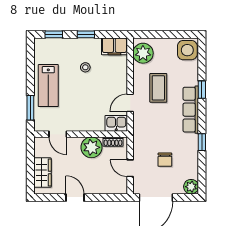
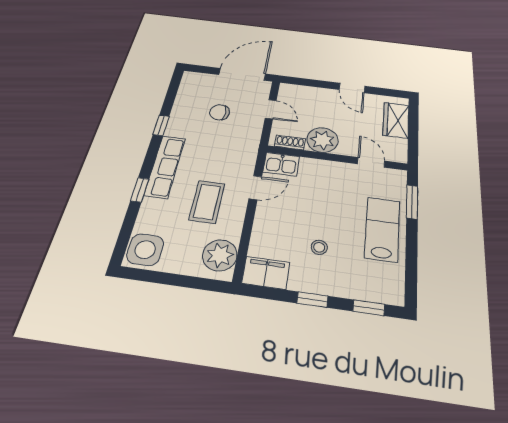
chair: (165, 160) -> (220, 112), turned -90
plant: (191, 187) -> (192, 79), removed

